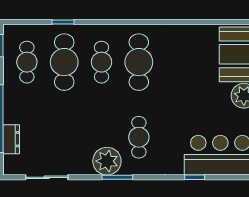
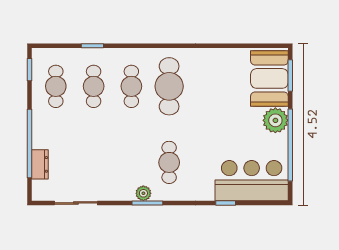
cafe table: (64, 62) -> (94, 86), width x0.73, depth x0.74
plant: (107, 161) -> (143, 193), width x0.53, depth x0.53

